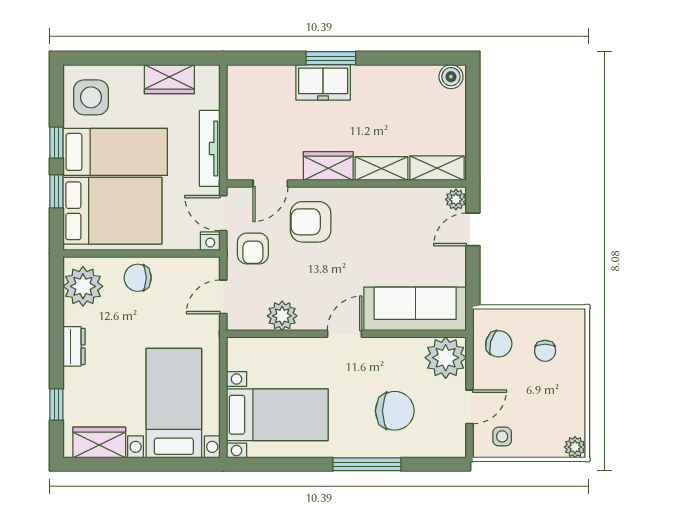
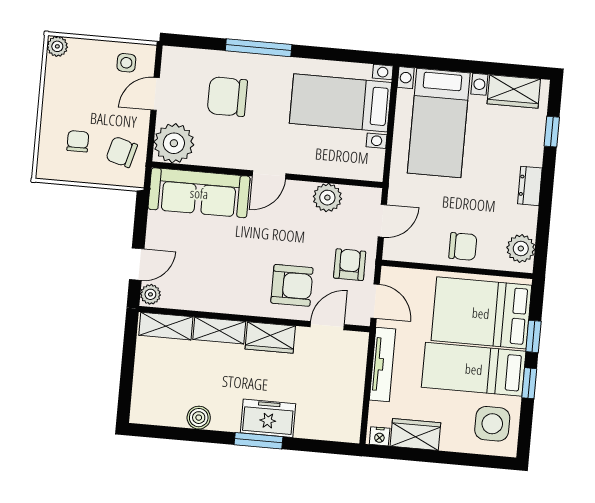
boiler: (451, 77) -> (199, 418), moved
nightstand: (210, 241) -> (380, 436), moved, turned 180
plant: (83, 286) -> (521, 248), width x0.73, depth x0.73

